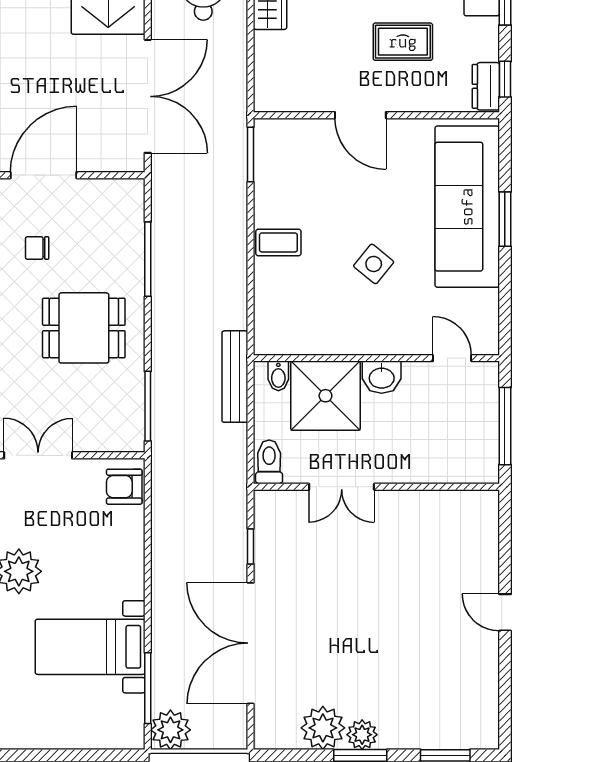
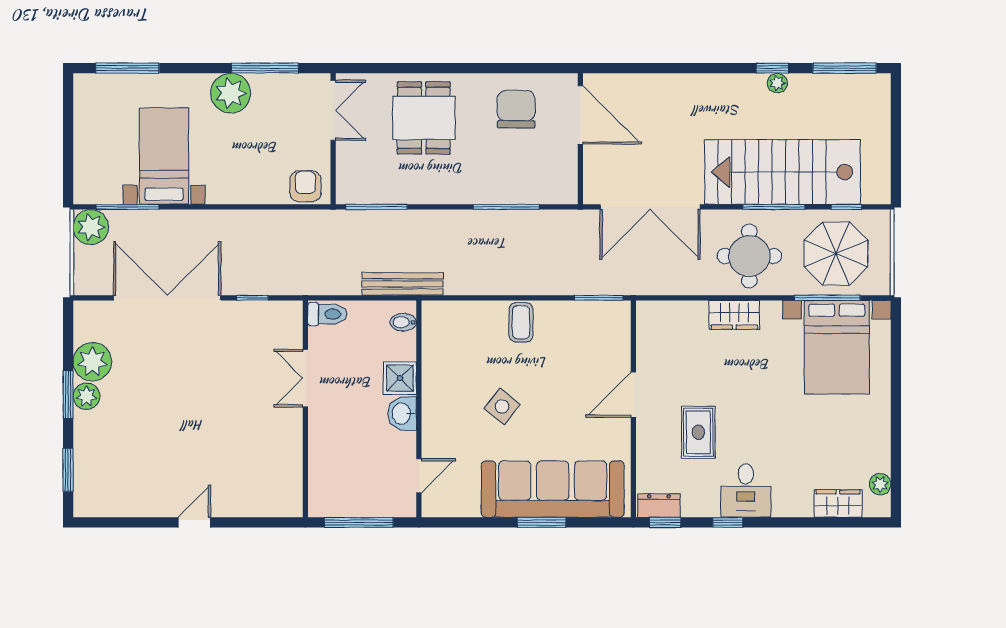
chair: (37, 248) -> (516, 109), width x1.87, depth x1.87
dining table: (84, 328) -> (424, 118), moved
shower: (325, 396) -> (400, 378), width x0.54, depth x0.54

